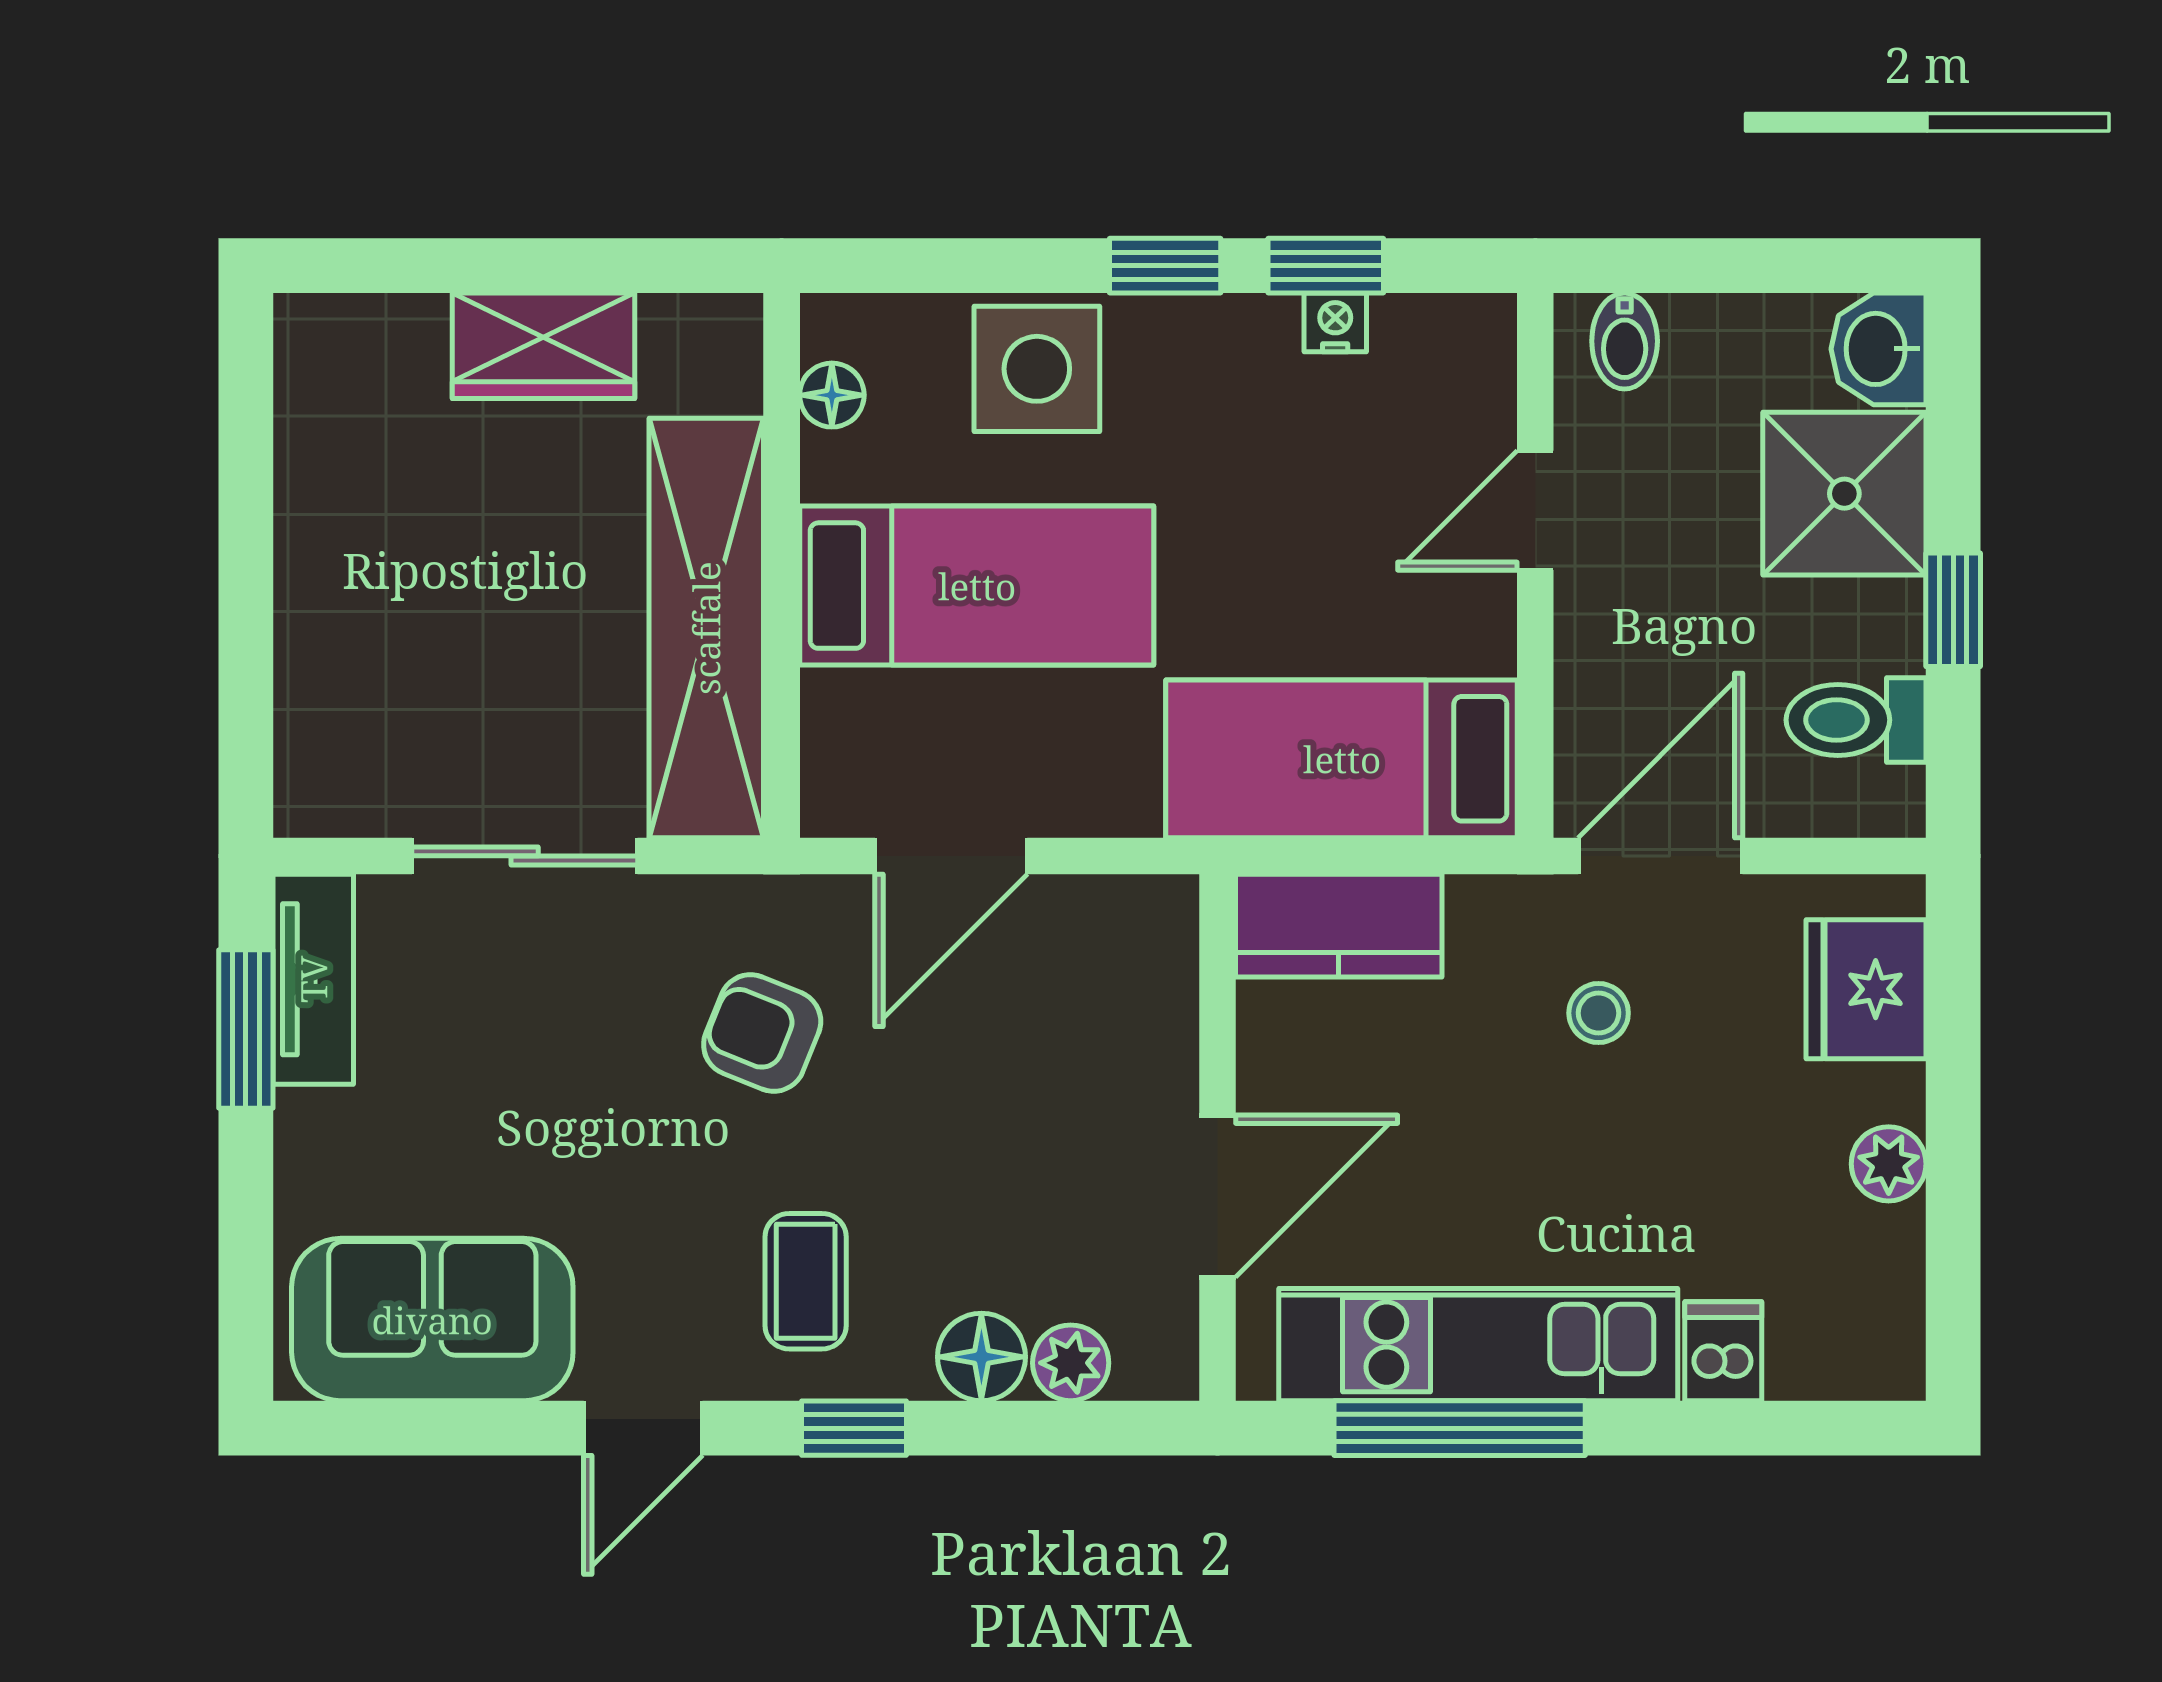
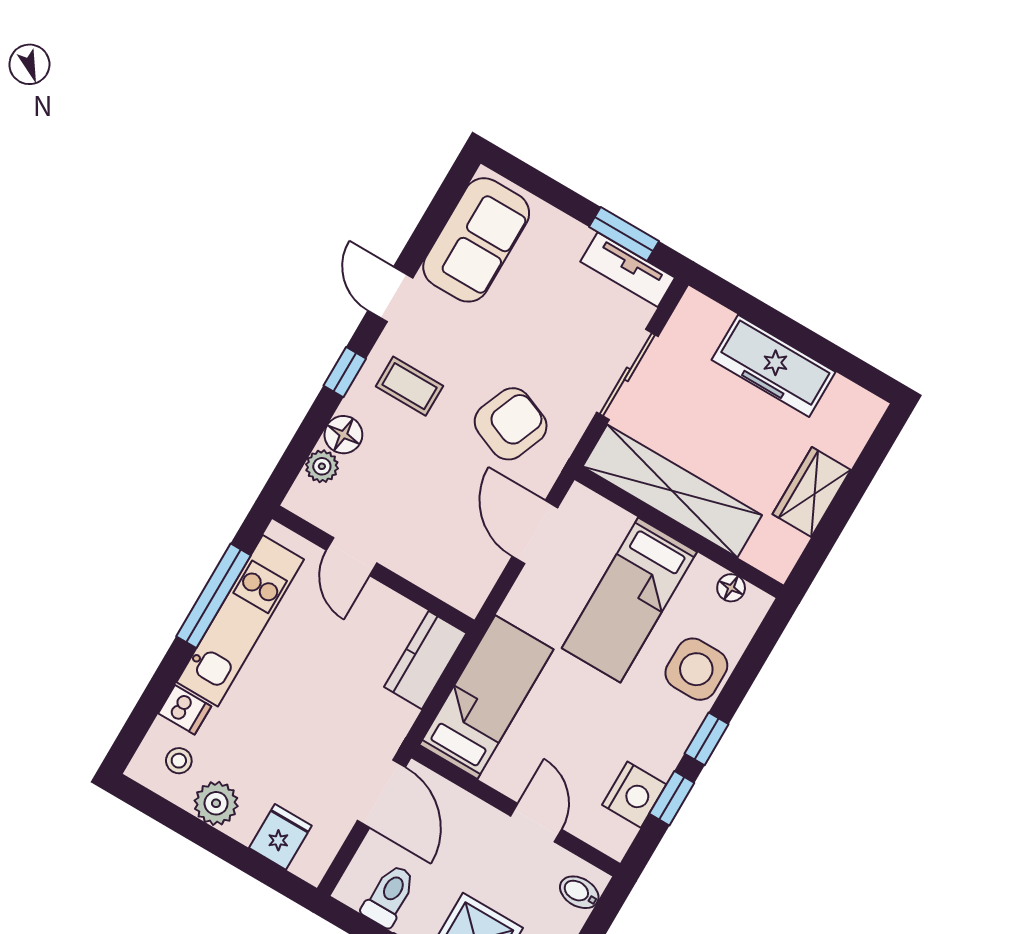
nightstand: (1335, 322) -> (634, 795), width x1.89, depth x1.79
freezer: (334, 572) -> (774, 366), added
fridge: (1866, 989) -> (280, 837), width x0.72
stool: (1599, 1013) -> (179, 761), moved
armchair: (762, 1033) -> (511, 424), width x1.38, depth x1.38
plant: (1889, 1164) -> (216, 803), width x1.38, depth x1.38
door: (1217, 1196) -> (352, 557), width x0.73

